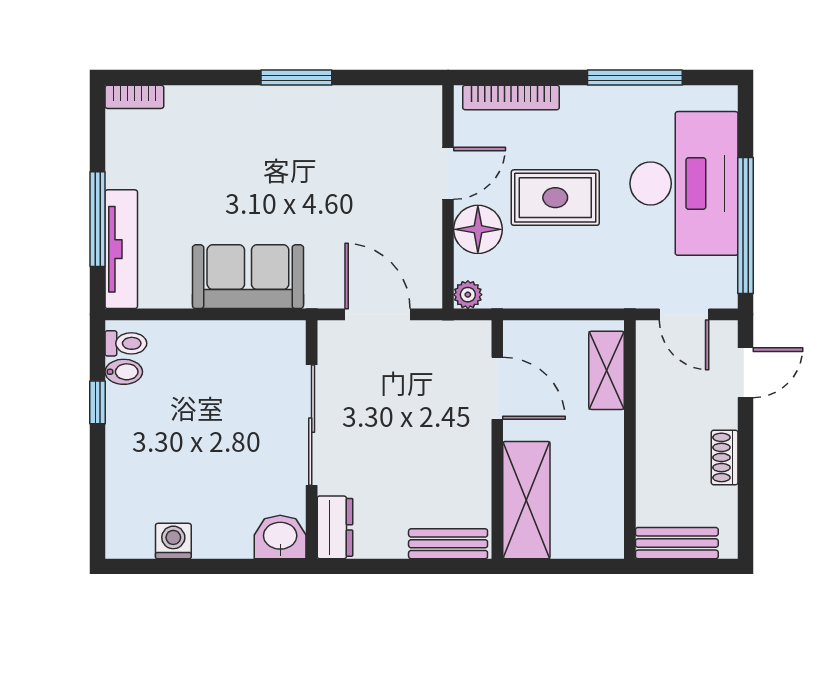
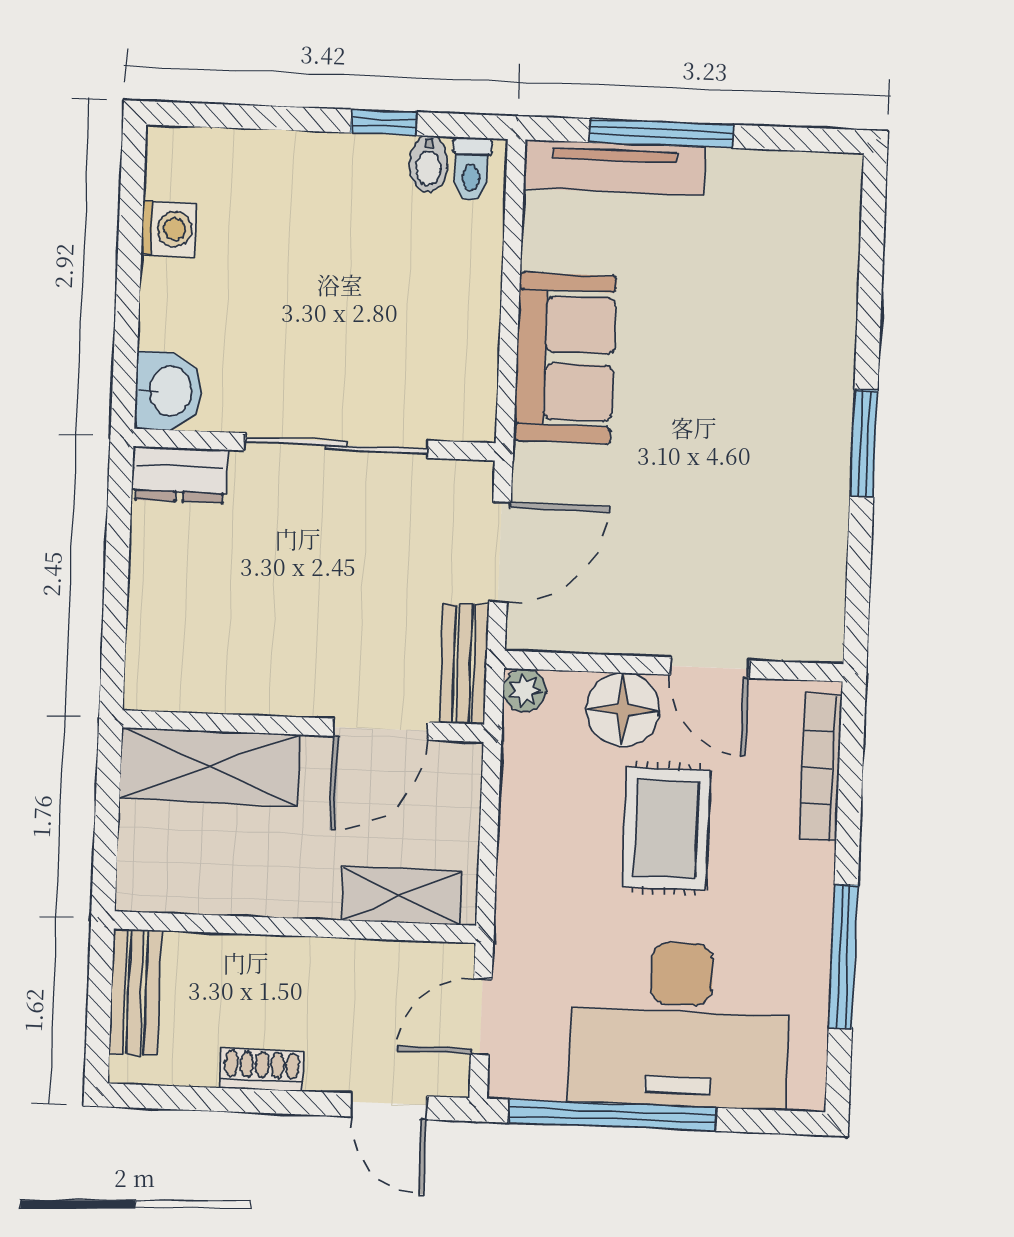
bookcase: (134, 97) -> (845, 197), removed
bench: (448, 544) -> (464, 664), moved

